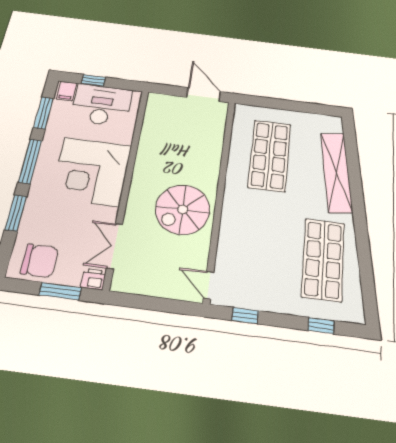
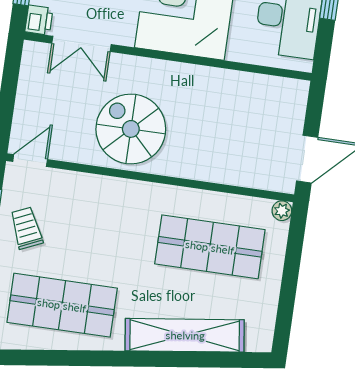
plant: (241, 110) -> (282, 211), added
double door: (115, 246) -> (81, 44), swing flipped
trolley: (264, 288) -> (26, 228), added

